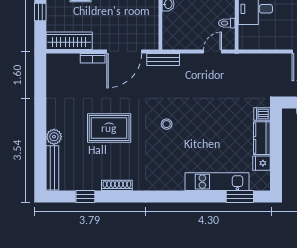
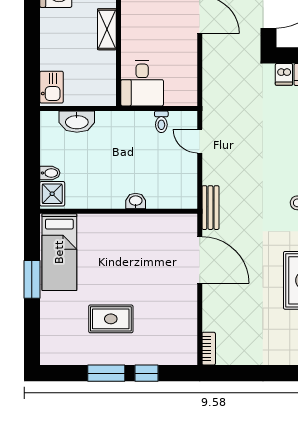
wardrobe: (69, 41) -> (185, 334), removed
bookcase: (93, 58) -> (209, 349), moved

